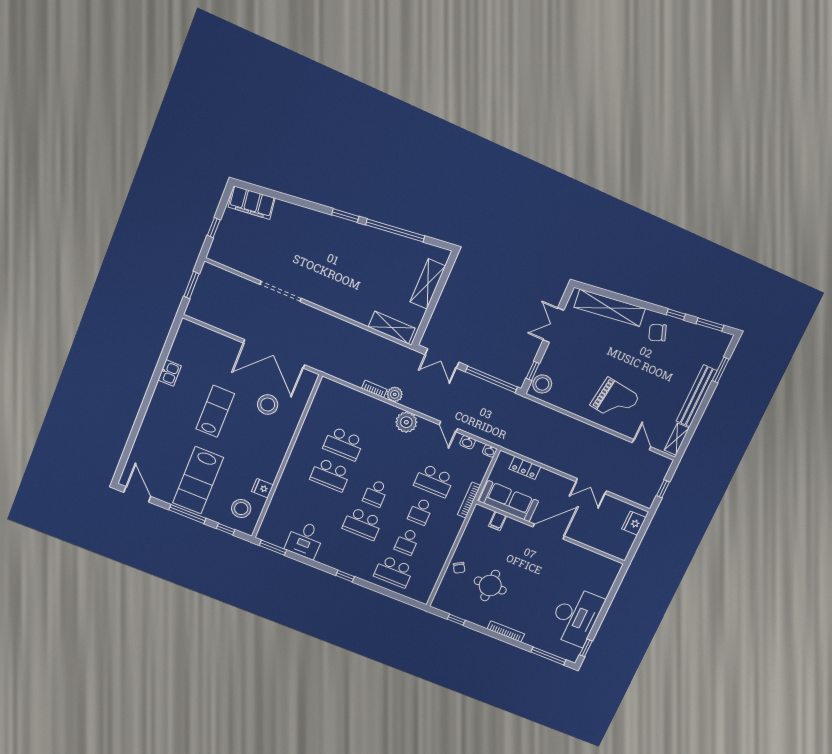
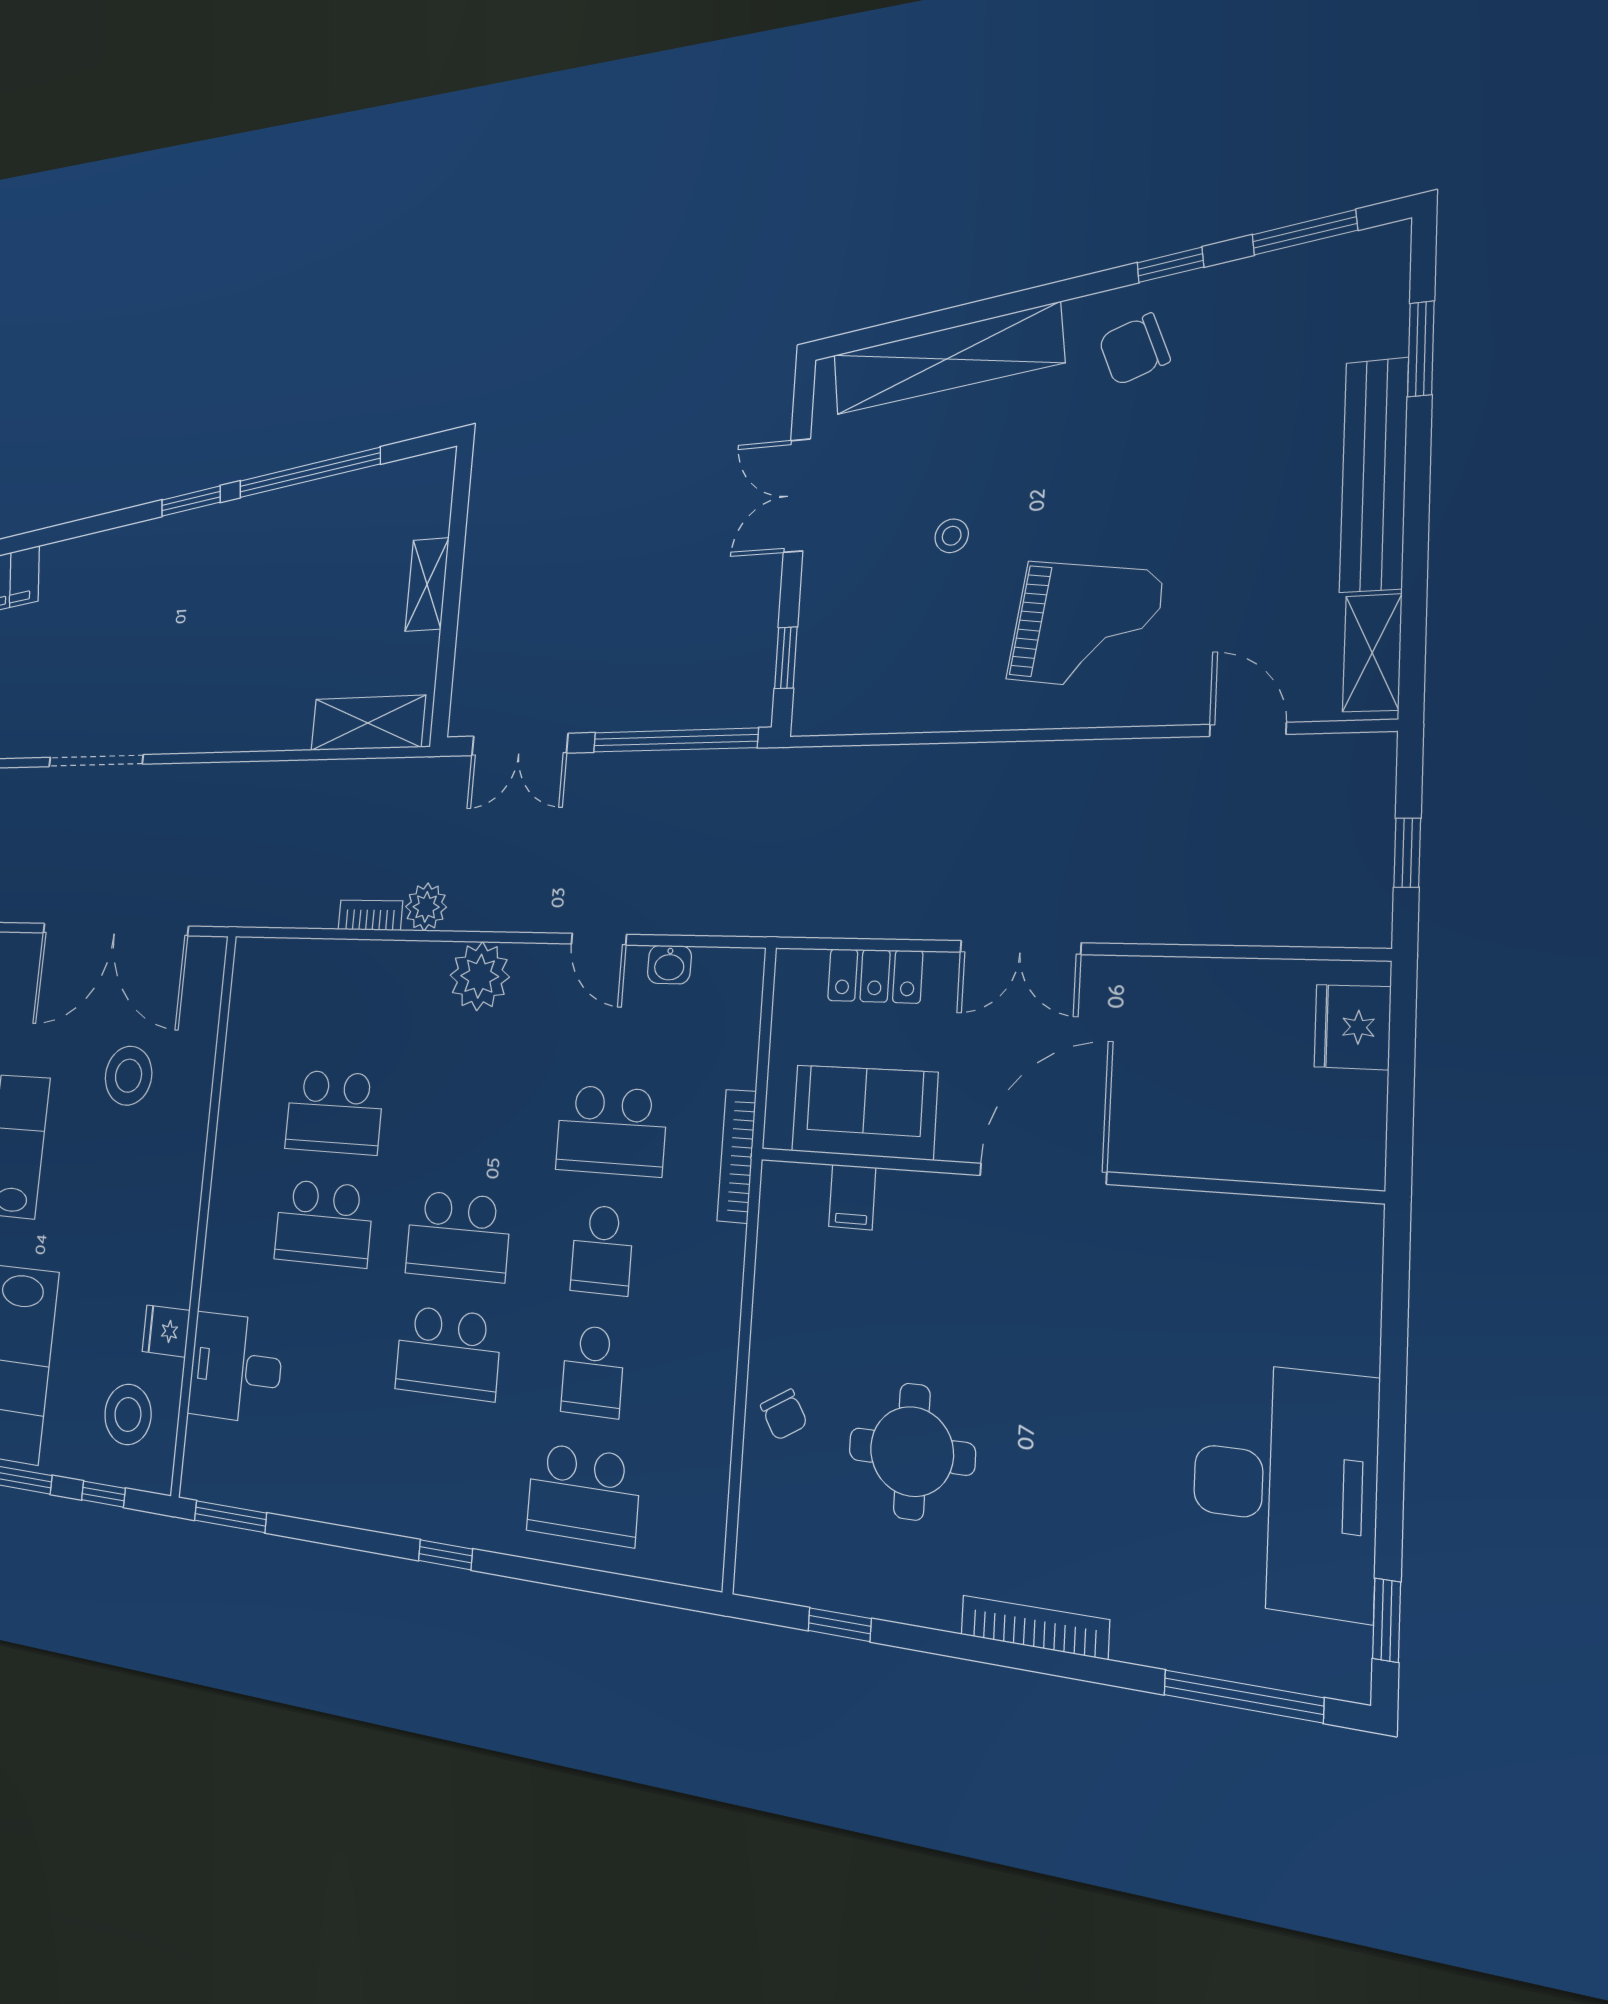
shelving: (428, 284) -> (427, 584), width x0.67, depth x0.75
stool: (542, 384) -> (952, 536), moved, width x0.53, depth x0.53
washbasin: (490, 451) -> (745, 965), removed
double door: (591, 486) -> (1020, 948), moved
school desk: (376, 493) -> (458, 1236), width x1.85
sofa: (509, 501) -> (864, 1112), width x0.73
desk: (305, 540) -> (236, 1368), moved, turned 90

